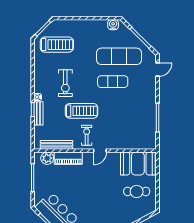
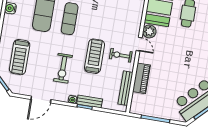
treadmill: (57, 45) -> (20, 57), moved, turned 180
door: (33, 68) -> (41, 99), added
exercise bike: (65, 83) -> (63, 68), turned 90
plant: (47, 158) -> (149, 31), moved

